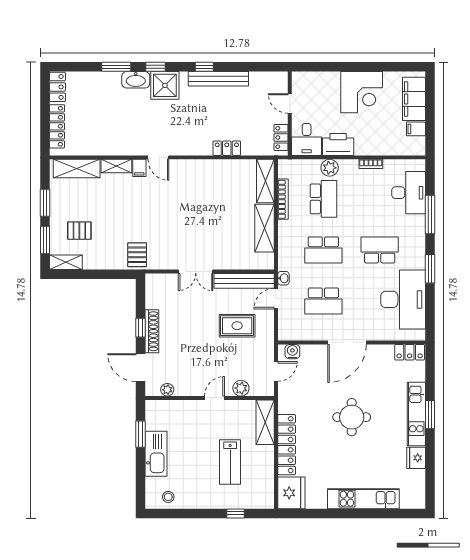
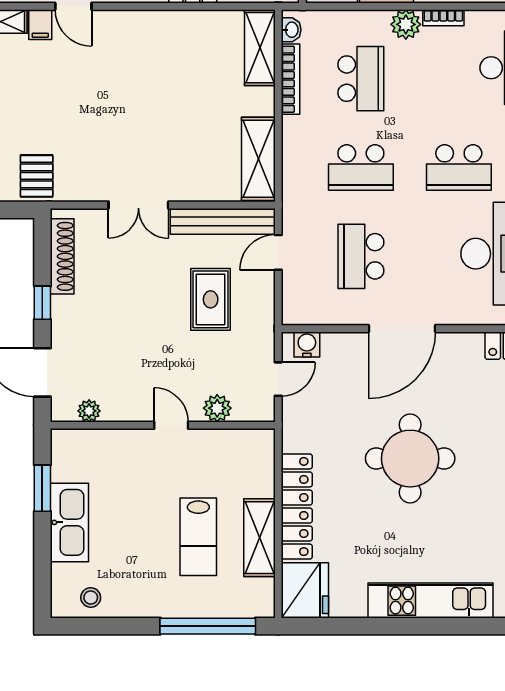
plant: (330, 168) -> (406, 24), moved
shelving: (265, 228) -> (258, 159), moved
school desk: (380, 250) -> (459, 167), turned 180
washbasin: (283, 278) -> (291, 30), moved
school desk: (323, 301) -> (361, 256), turned 90
rug: (237, 326) -> (211, 299), turned 90
shoe rack: (152, 331) -> (62, 256), moved
door: (214, 398) -> (171, 425), hinge flipped
round table: (352, 417) -> (410, 459), width x1.36, depth x1.36
shelving: (265, 422) -> (259, 538), moved
window: (235, 513) -> (208, 626), width x3.17

